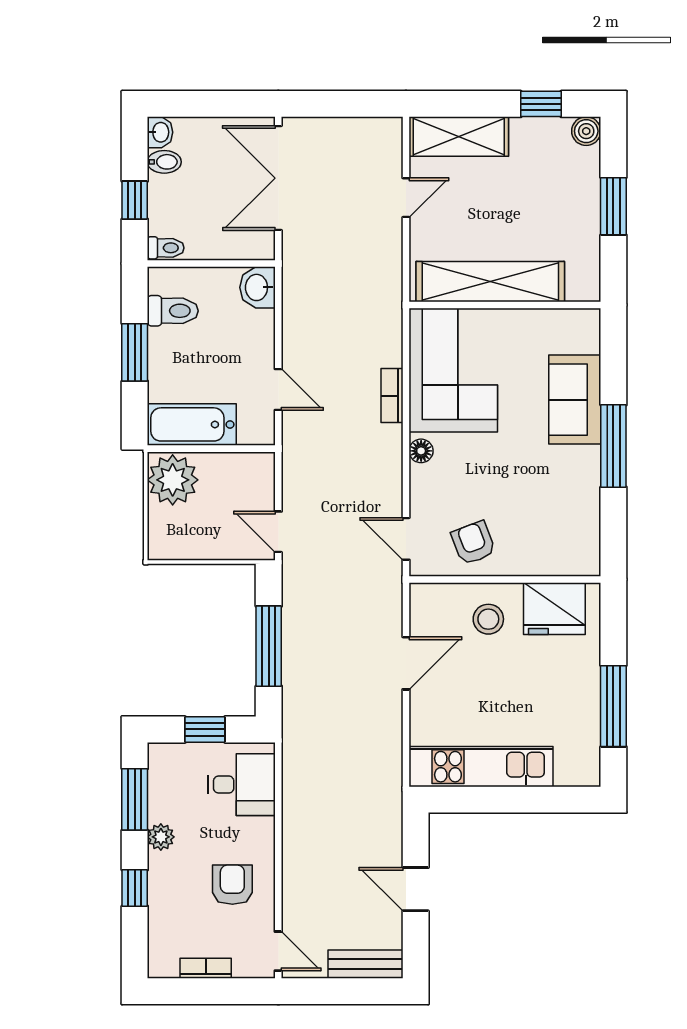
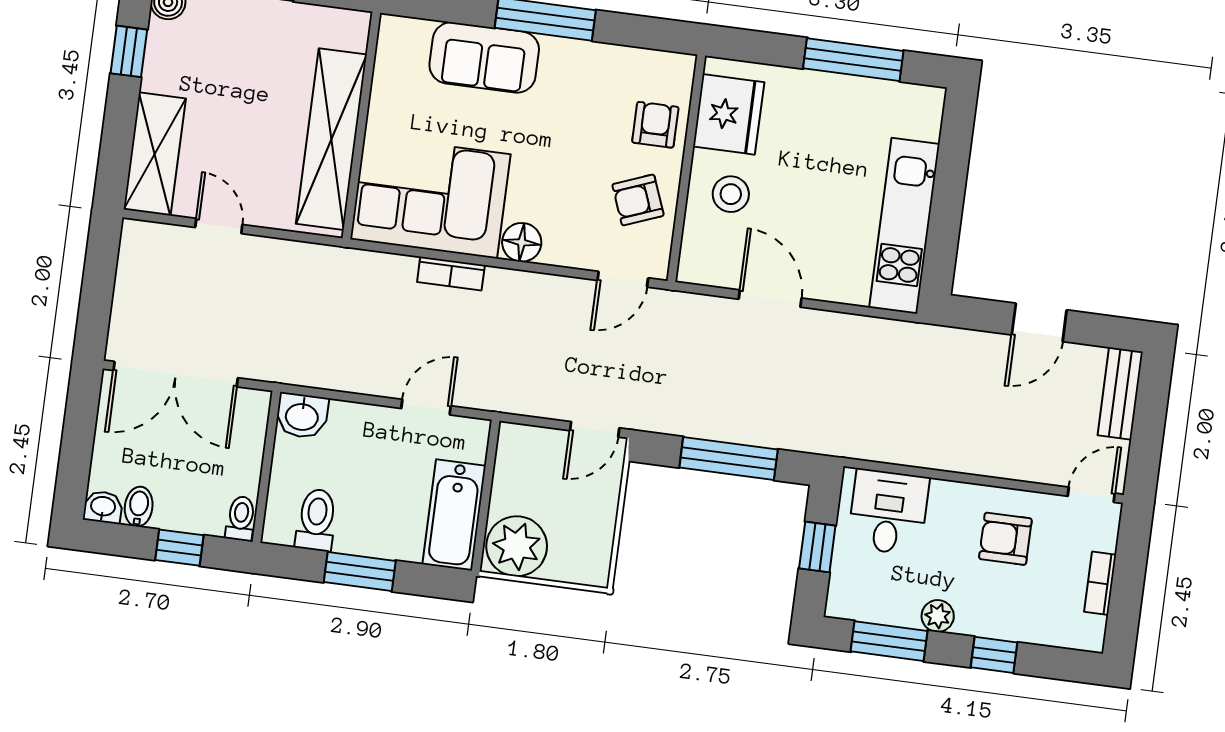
floor lamp: (421, 451) -> (522, 242), width x1.37, depth x1.37
armchair: (538, 549) -> (655, 125), added

